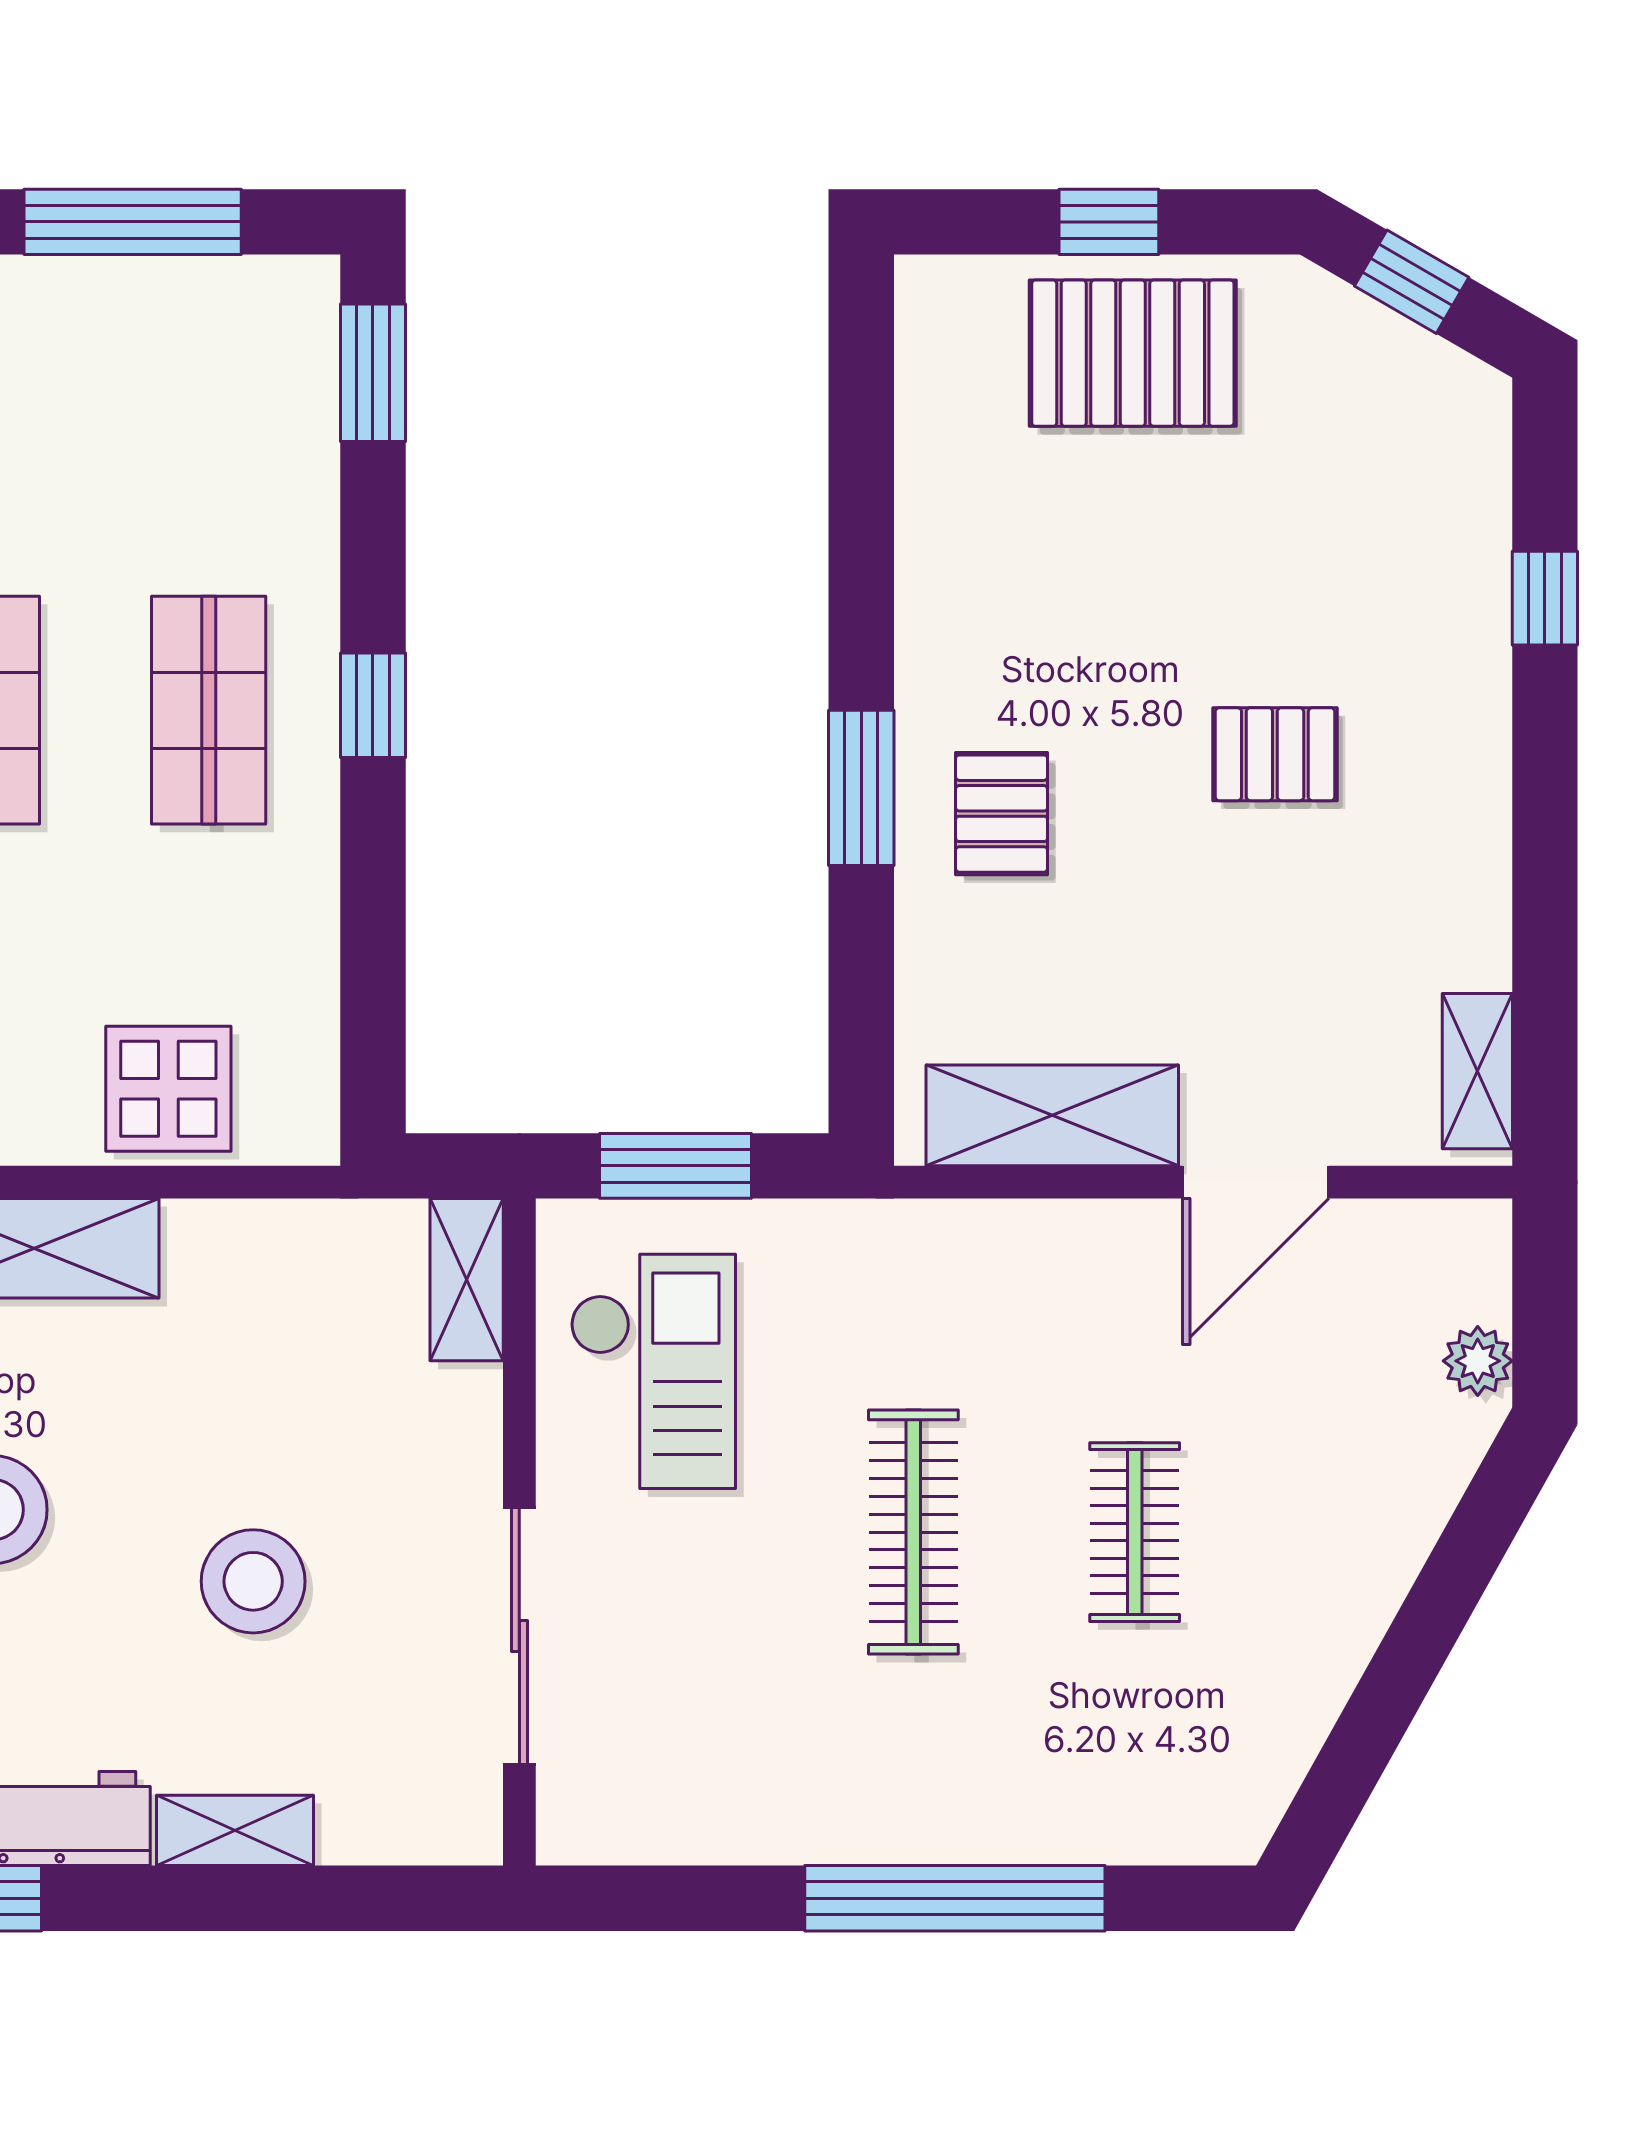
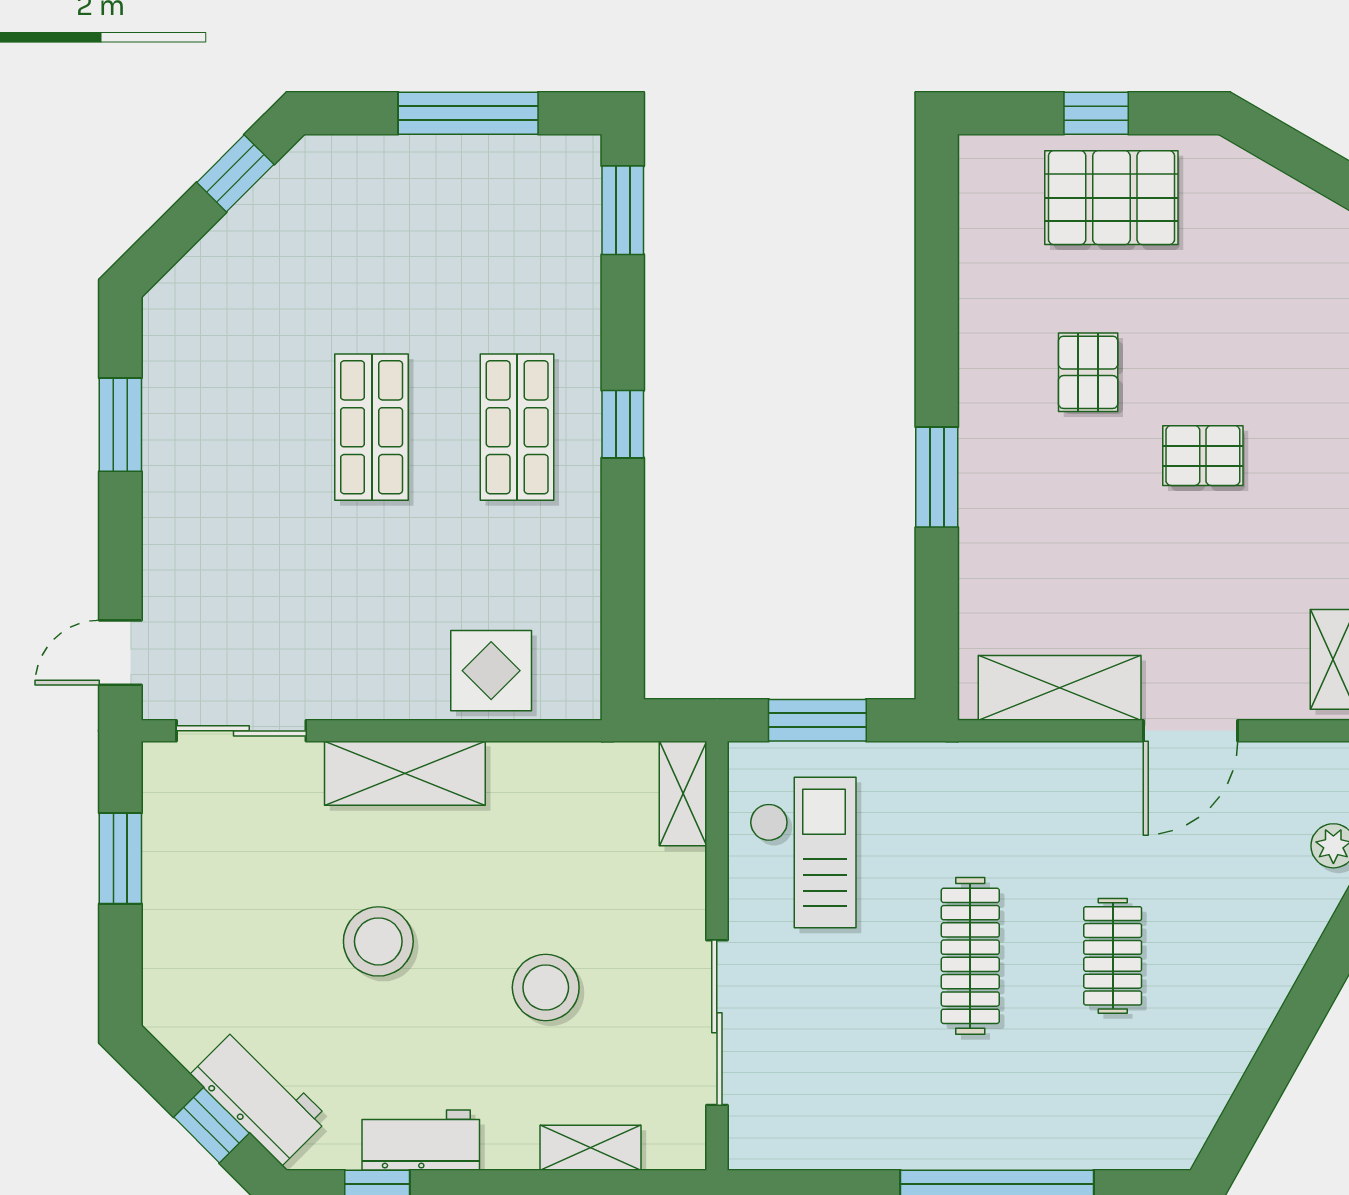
window: (1412, 282) -> (1291, 152), removed
pallet: (1002, 814) -> (1088, 372), moved
shelving: (235, 1830) -> (590, 1148), moved

